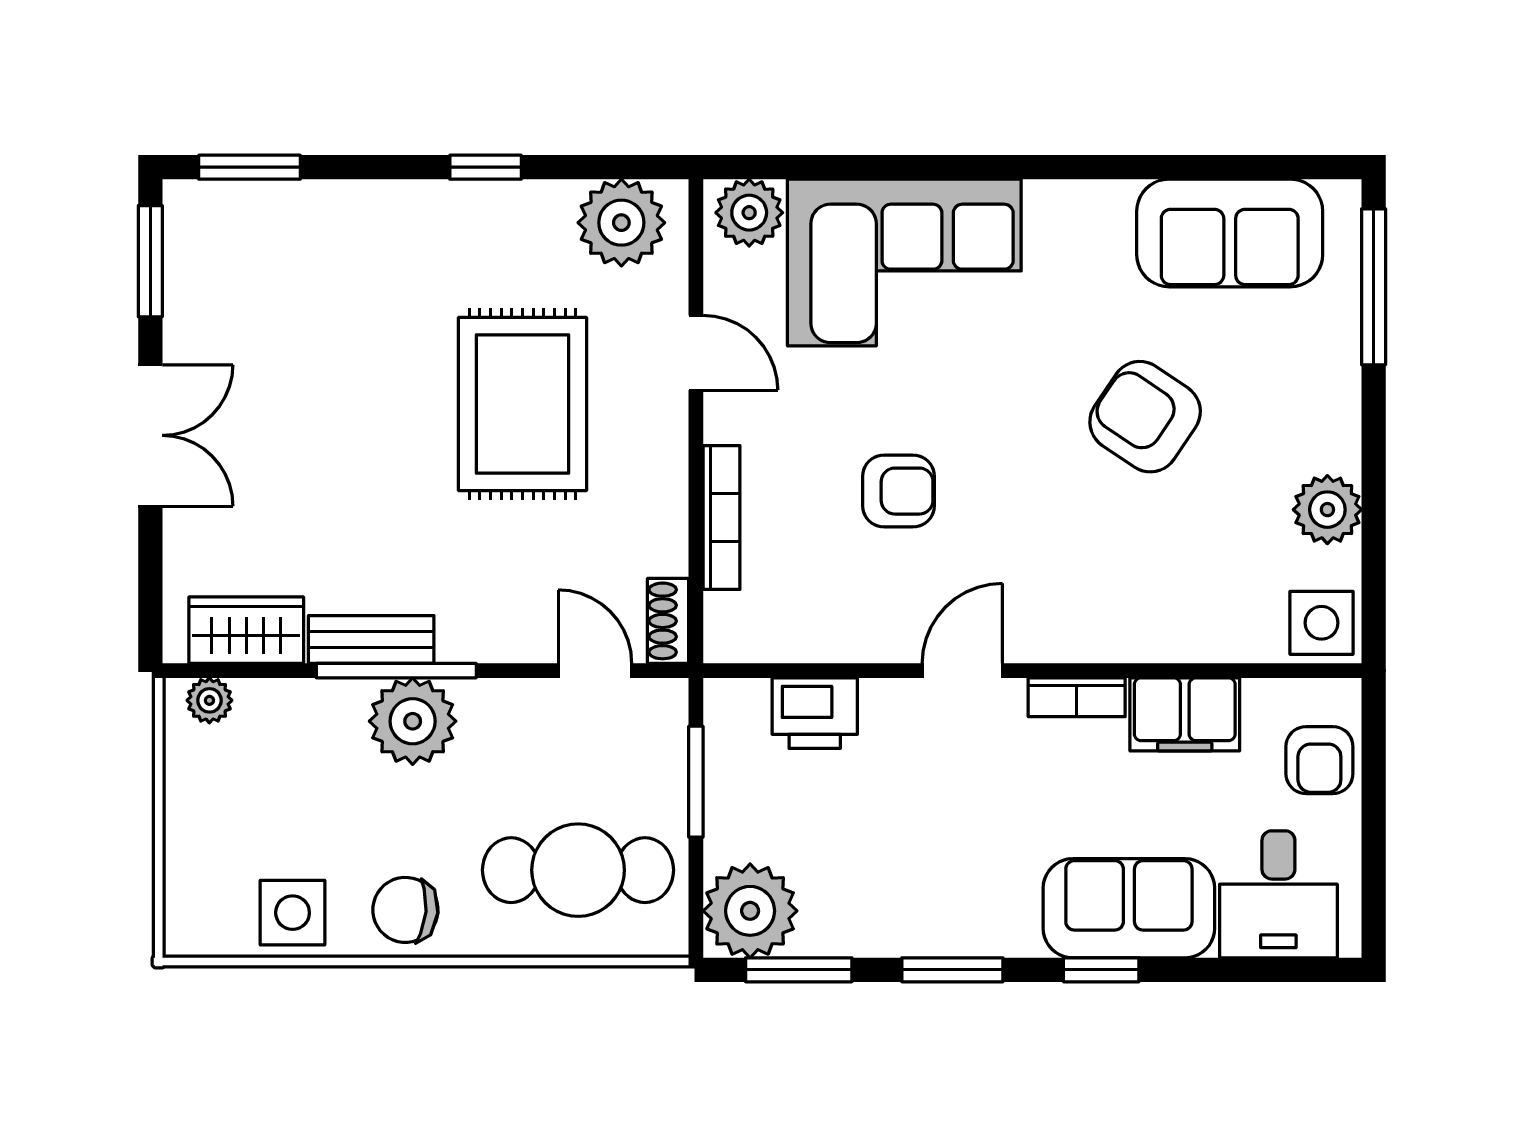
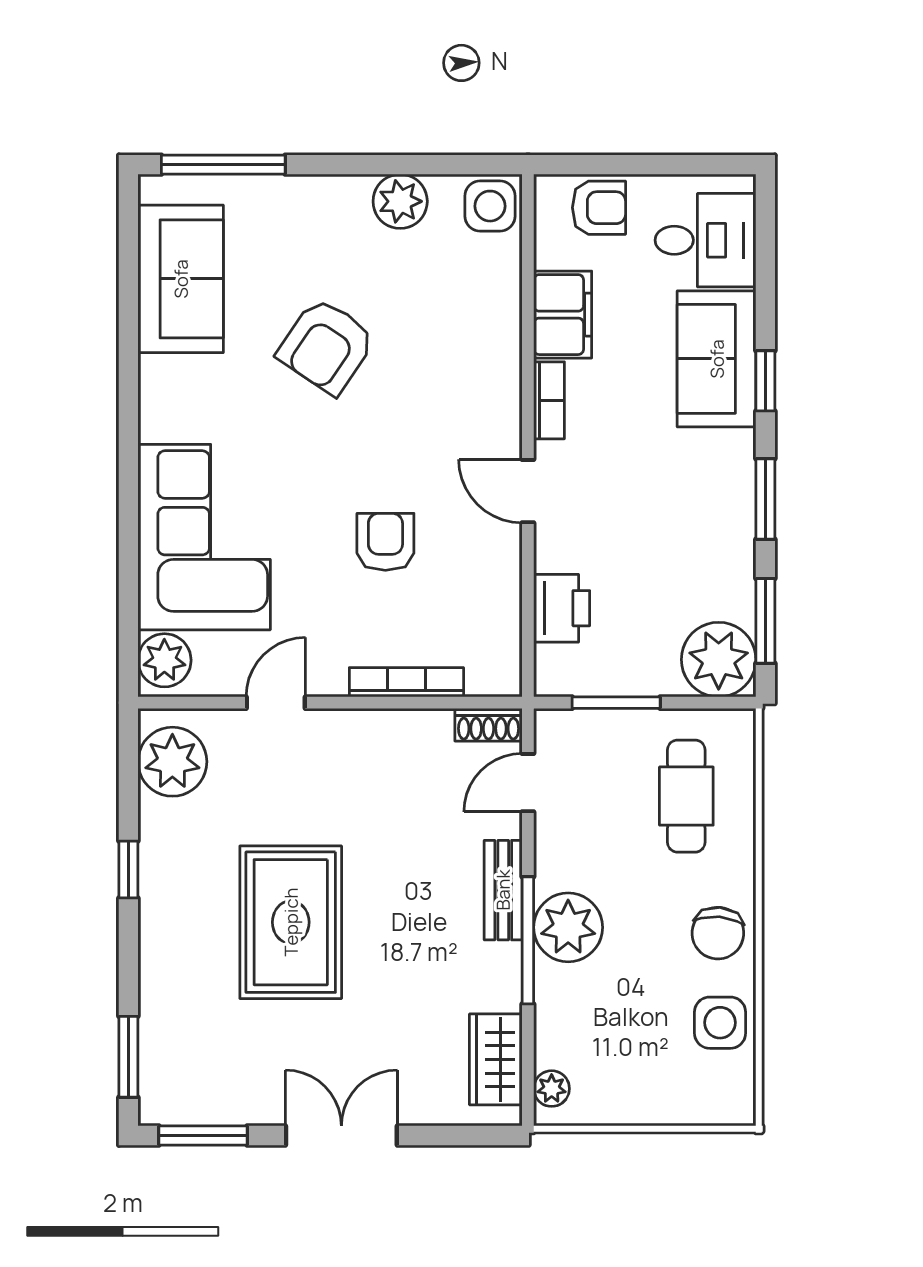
rug: (522, 404) -> (291, 922), moved, turned 90
bench: (371, 639) -> (503, 890), moved
cafe table: (578, 870) -> (686, 796), width x0.73, depth x0.74

